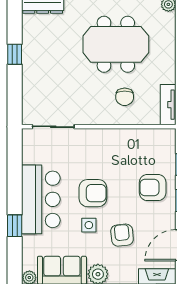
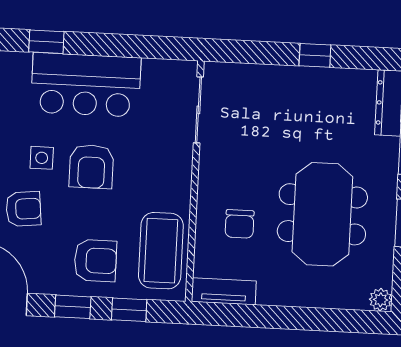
chair: (125, 97) -> (240, 224), turned -90
coffee table: (144, 146) -> (161, 251), added
armchair: (153, 188) -> (95, 261), turned 90

